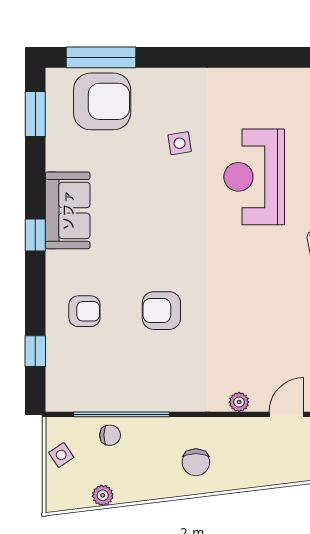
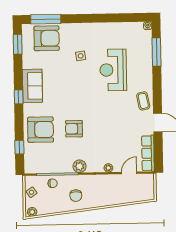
armchair: (84, 311) -> (41, 130), width x1.88, depth x1.88
plant: (173, 397) -> (80, 166), added
chair: (196, 462) -> (76, 196), moved
plant: (103, 495) -> (32, 212), moved

